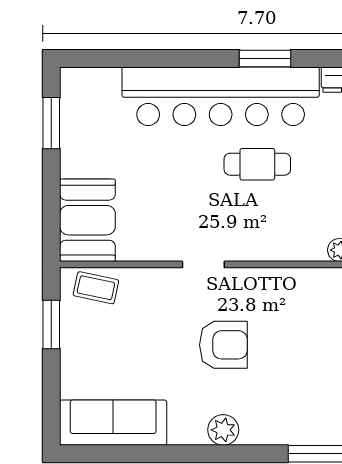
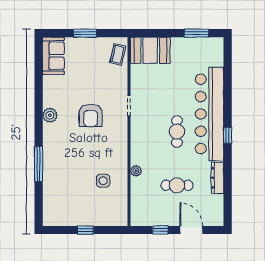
window: (265, 58) -> (228, 135), width x0.67
window: (51, 324) -> (85, 33), moved
sofa: (113, 423) -> (53, 56), width x0.73

